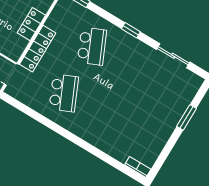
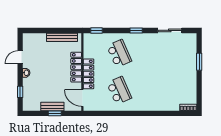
locker: (31, 24) -> (76, 67), width x1.53

